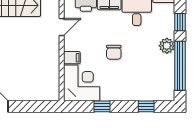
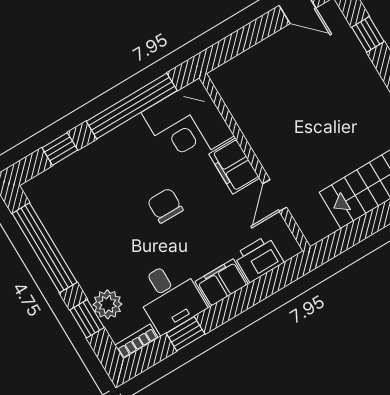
plant: (167, 46) -> (107, 304), moved
filing cabinet: (72, 58) -> (234, 166), width x2.00
window: (102, 106) -> (132, 106), width x3.17

